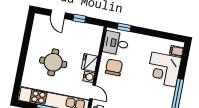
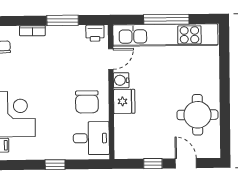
window: (124, 27) -> (55, 165), moved
round table: (53, 62) -> (197, 115), moved
door: (93, 92) -> (111, 59), swing flipped

